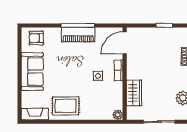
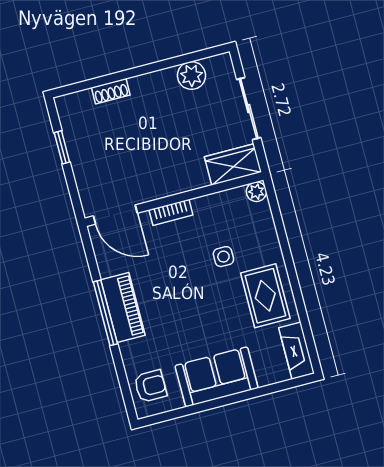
armchair: (36, 38) -> (150, 386), turned -90
side table: (98, 76) -> (223, 257), moved
wardrobe: (134, 93) -> (233, 164), moved

